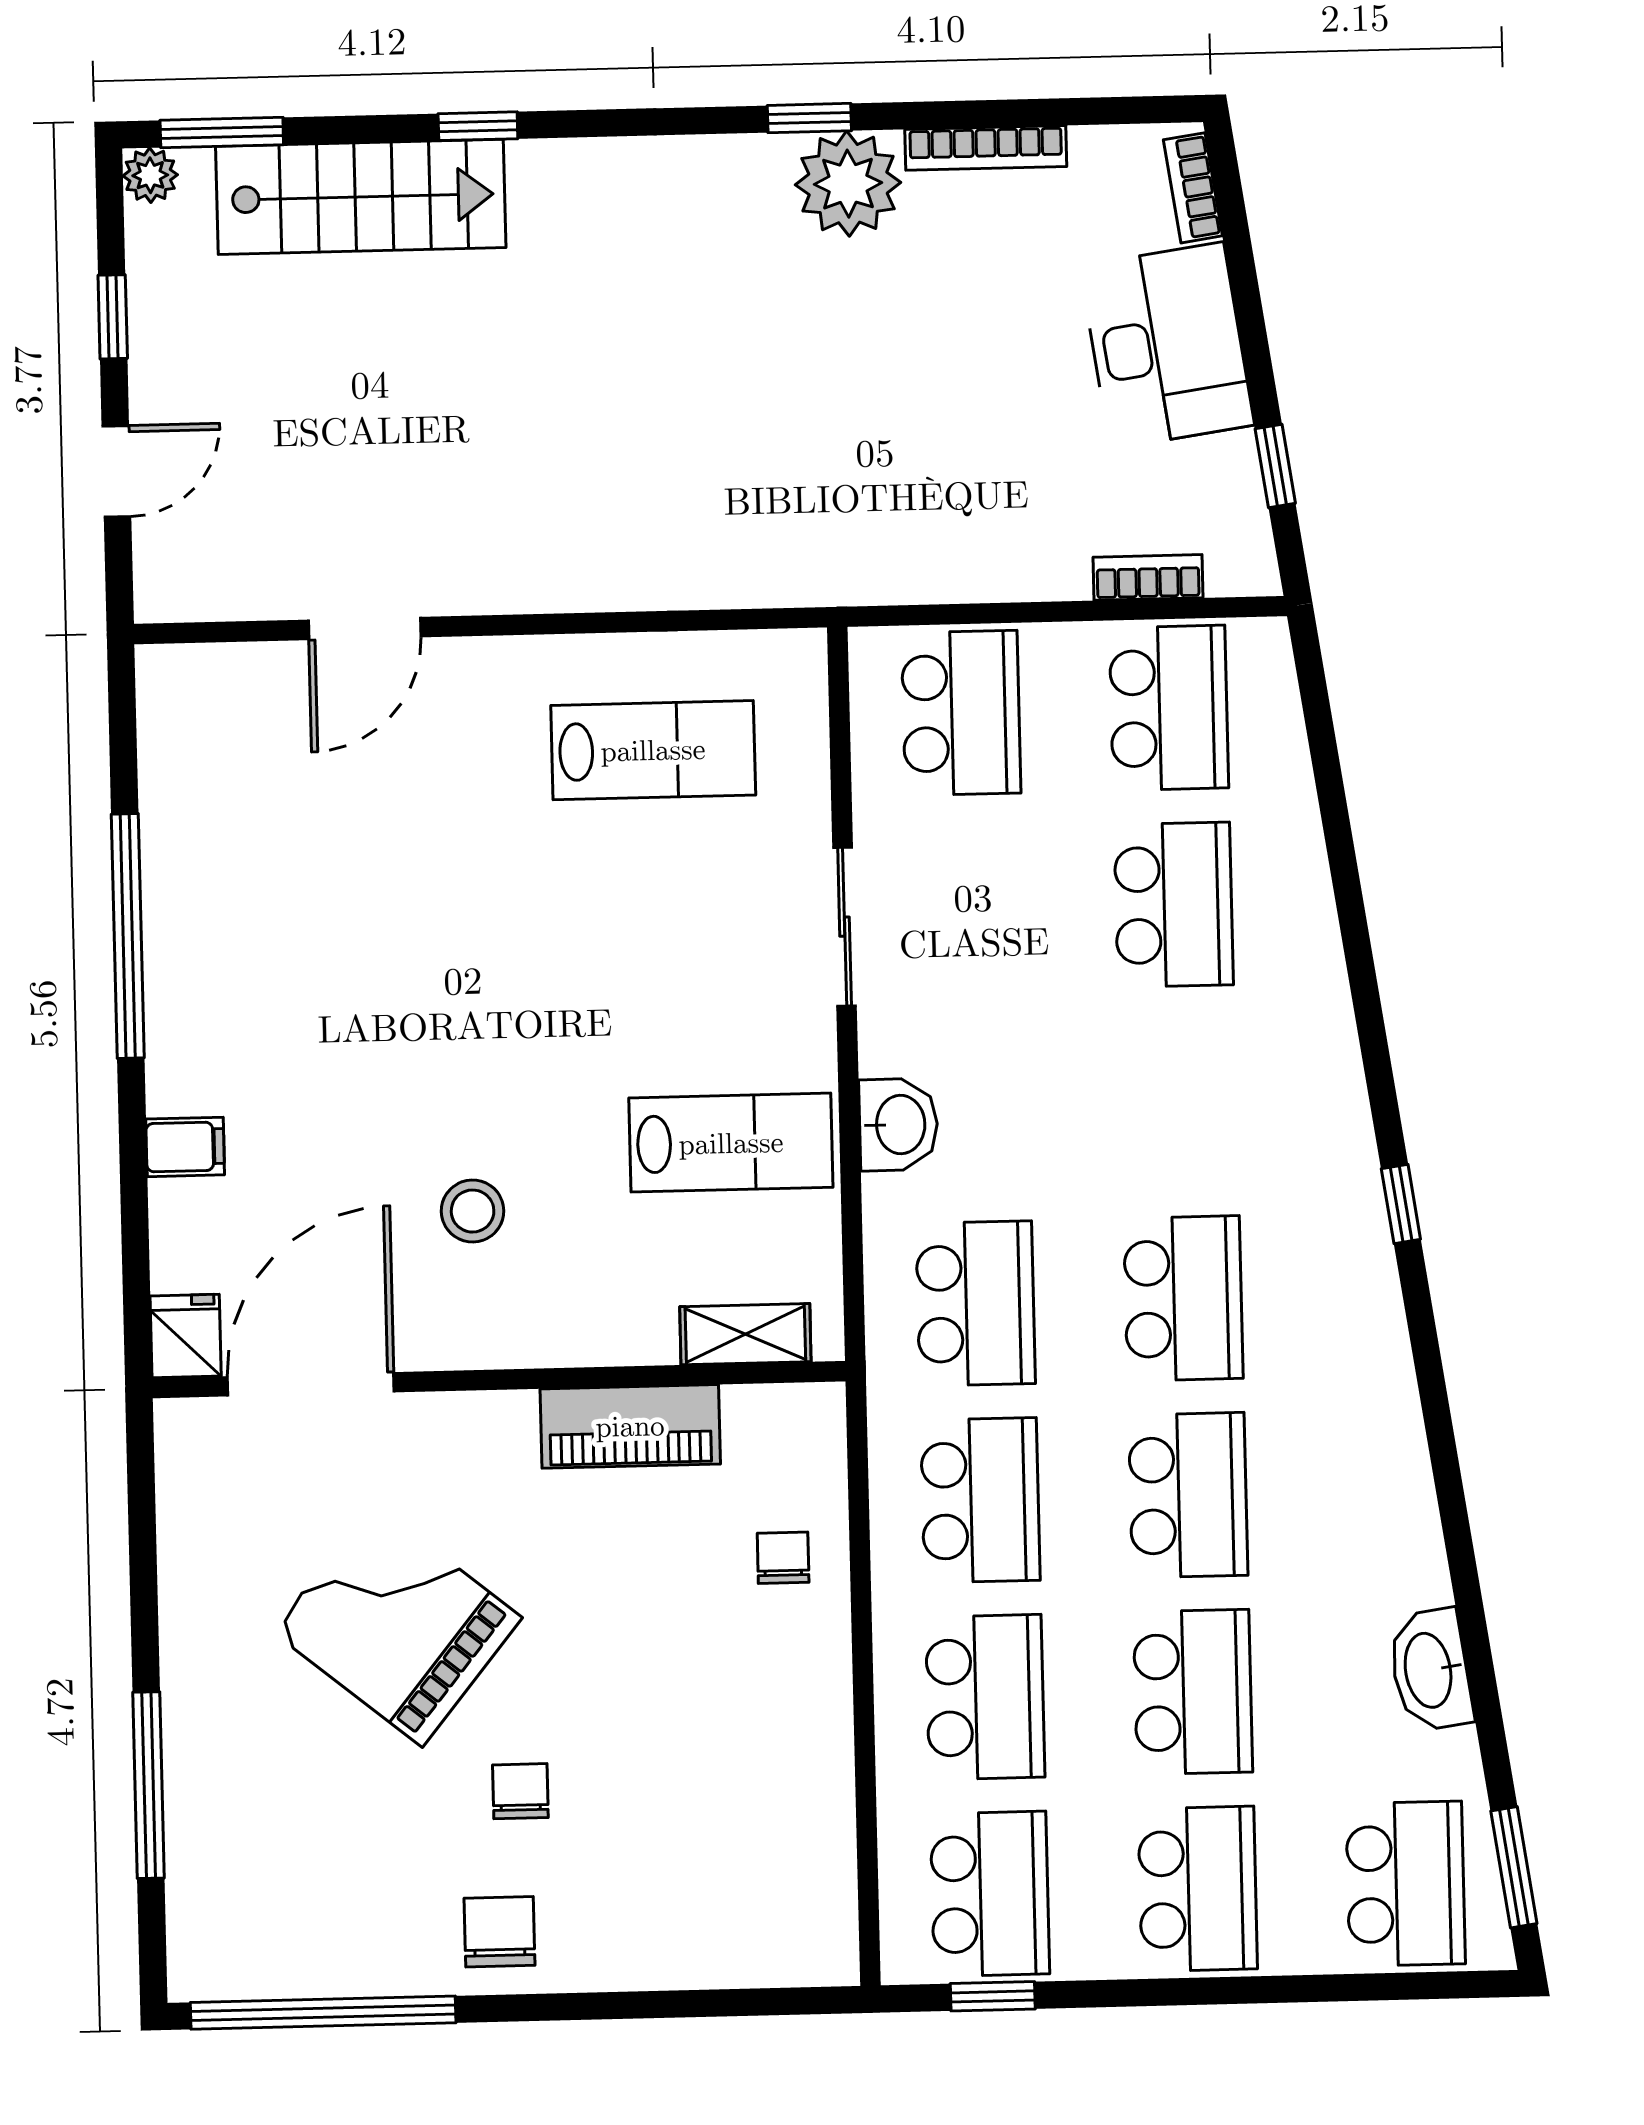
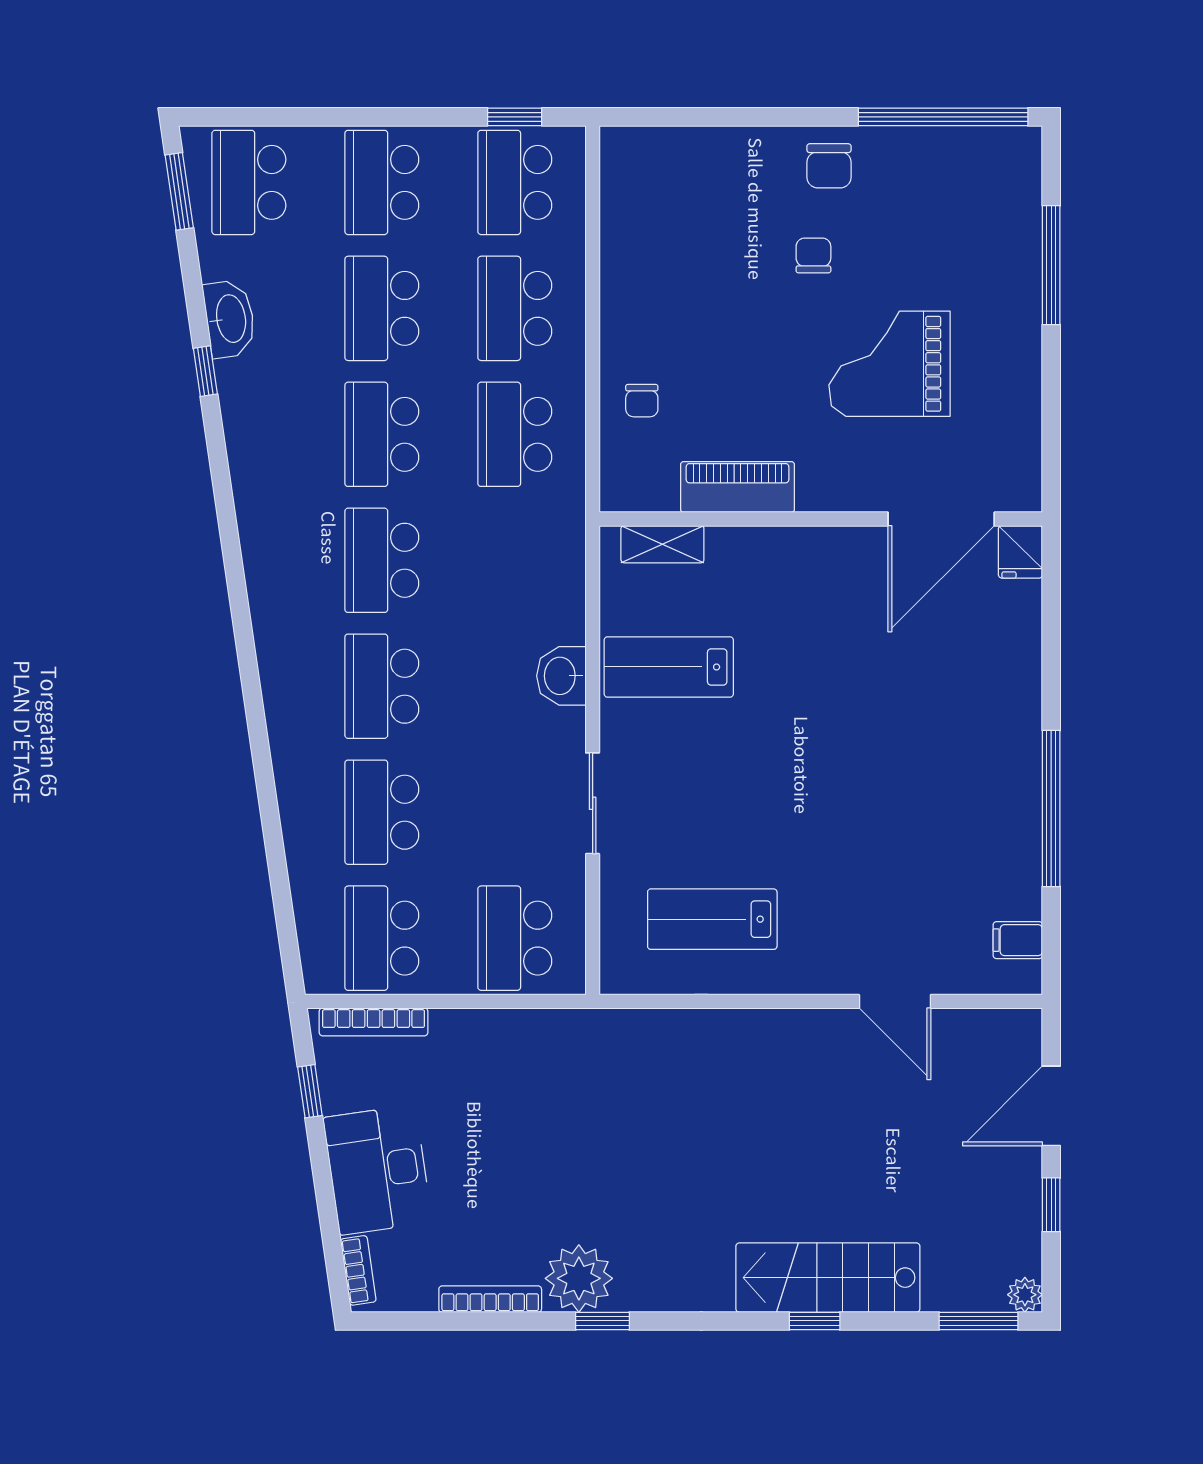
stairs: (361, 197) -> (828, 1278), moved
door: (116, 471) -> (1051, 1106), width x1.38
bookcase: (1148, 577) -> (374, 1022), width x1.56
door: (365, 628) -> (895, 1001), swing flipped
filing cabinet: (185, 1147) -> (1018, 940), moved
window: (1401, 1204) -> (205, 371), moved
stool: (473, 1211) -> (835, 627), removed
school desk: (976, 1303) -> (382, 686), moved
grand piano: (397, 1625) -> (890, 364), turned 141
chair: (520, 1791) -> (813, 255), turned 180

